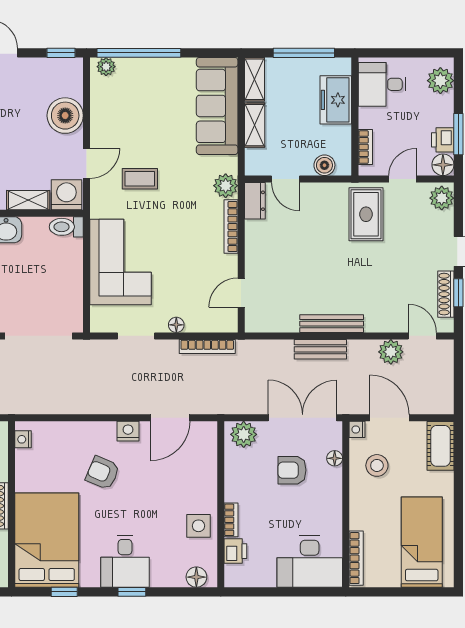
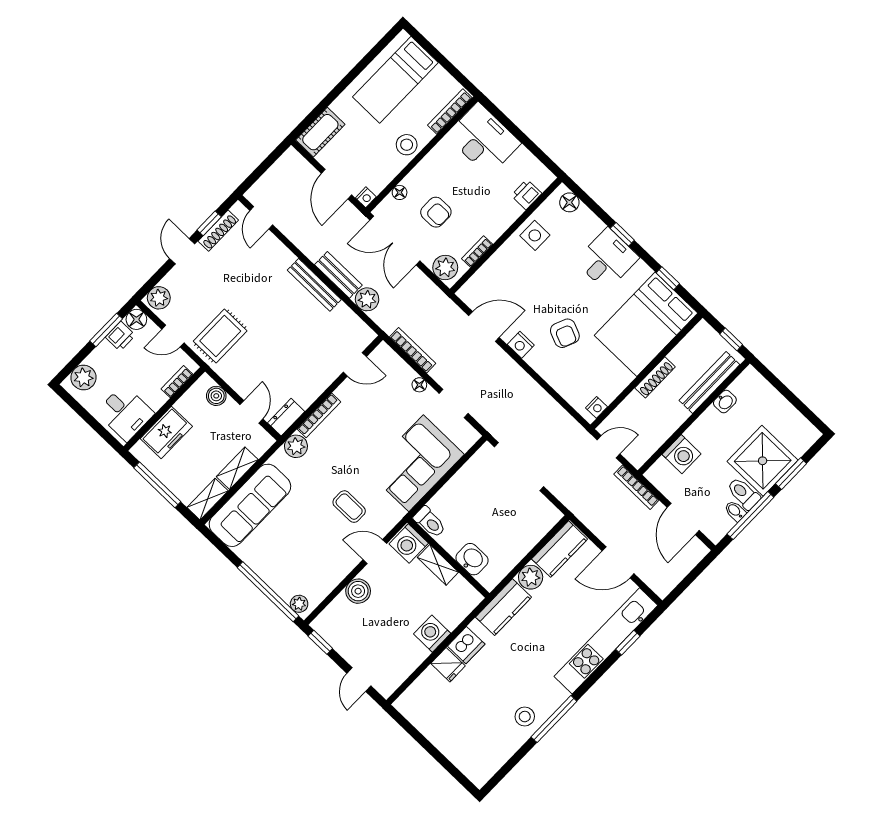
boiler: (65, 116) -> (358, 591), width x0.73, depth x0.73
plant: (391, 352) -> (367, 299), moved
stool: (377, 465) -> (407, 145), moved
bookcase: (231, 520) -> (477, 252), moved

